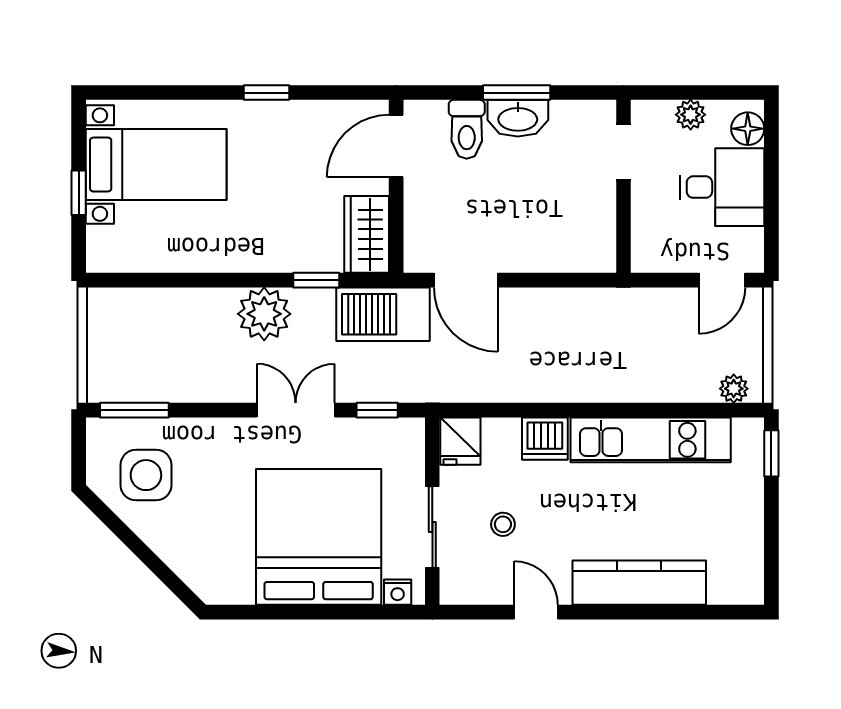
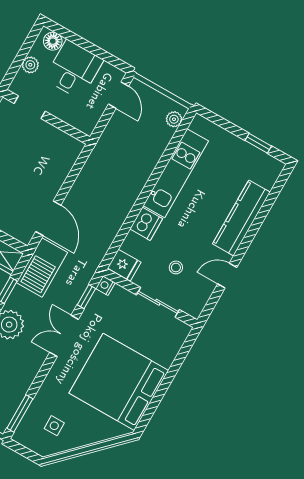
door: (466, 280) -> (48, 218), hinge flipped
window: (771, 453) -> (258, 143), moved
side table: (146, 475) -> (54, 426), width x0.54, depth x0.54
bed: (319, 537) -> (119, 382), moved
nightstand: (398, 592) -> (105, 286), moved, turned 180

